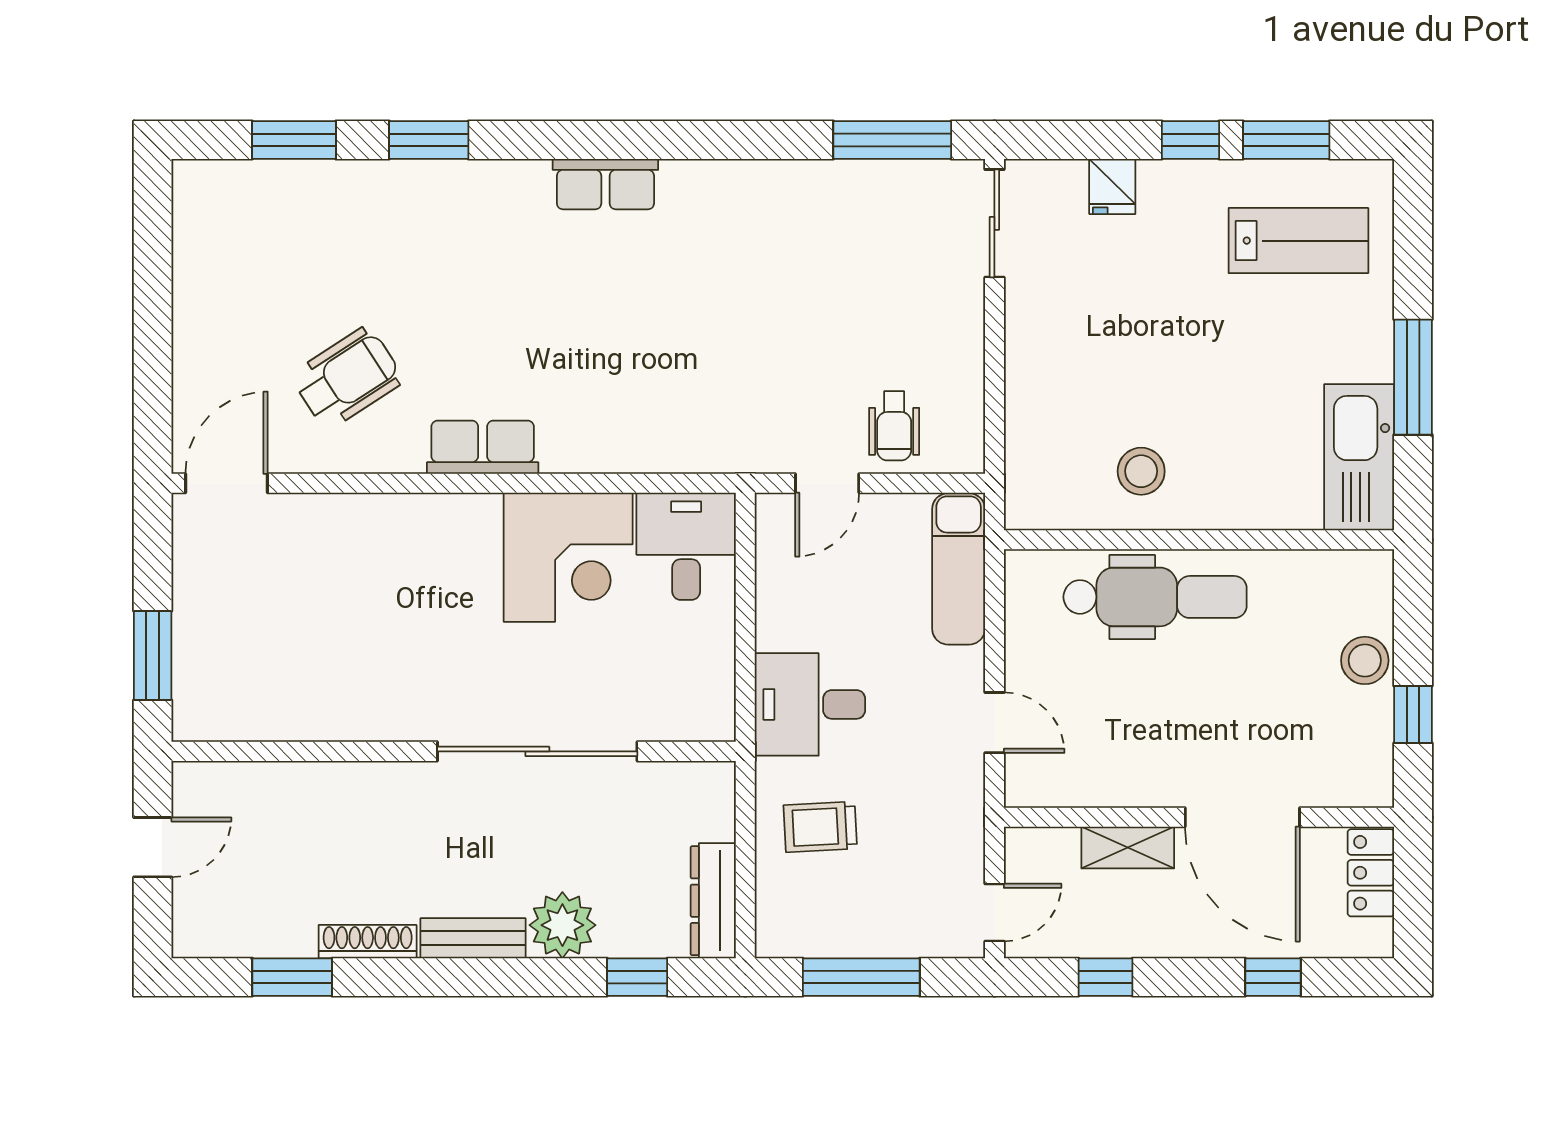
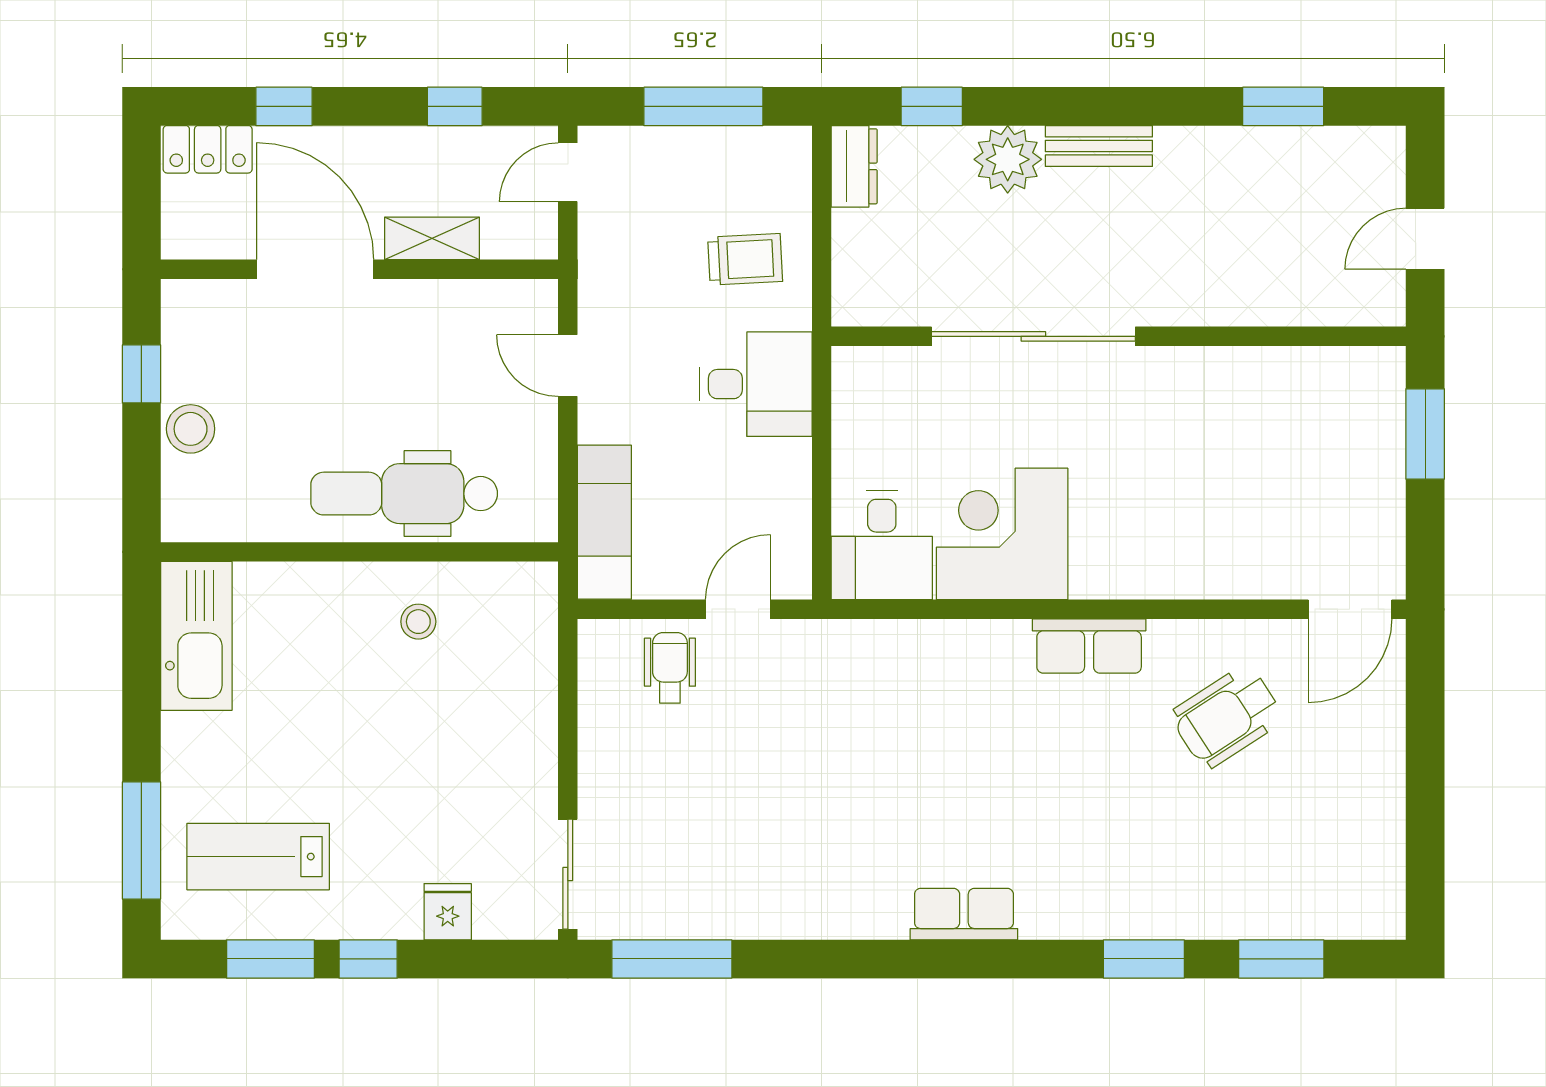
window: (1413, 377) -> (141, 840), moved
stool: (1141, 471) -> (418, 622), width x0.73, depth x0.73
locker: (1371, 873) -> (208, 149), moved, turned 90
dresser: (713, 901) -> (854, 166), width x0.70
shoe rack: (368, 942) -> (1206, 143), removed

